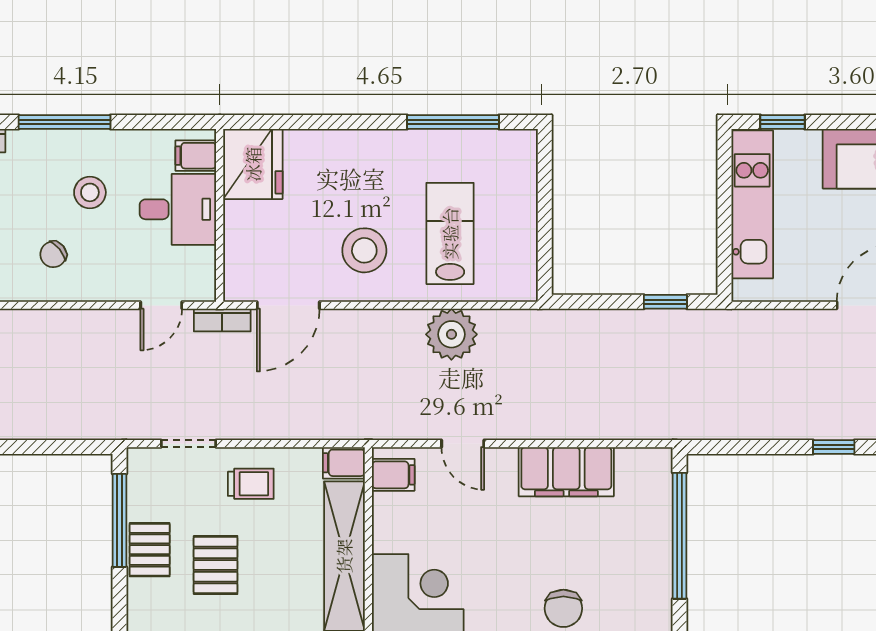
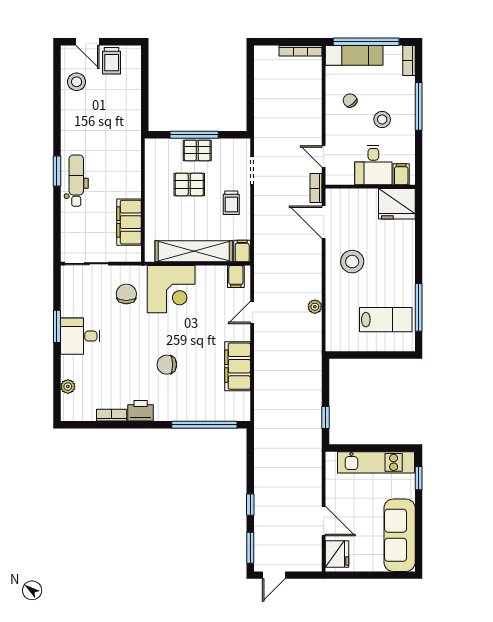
lab bench: (450, 233) -> (386, 320), moved
plant: (451, 334) -> (315, 307), width x0.53, depth x0.53
window: (119, 520) -> (194, 135), moved

